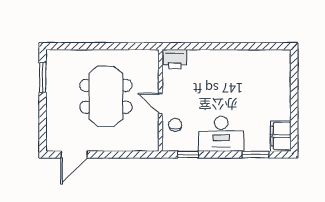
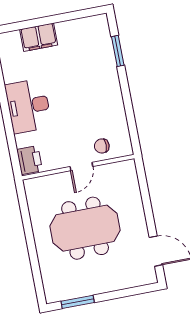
desk: (221, 134) -> (28, 106), moved, turned 180
filing cabinet: (281, 136) -> (39, 37), moved
window: (188, 155) -> (132, 126), removed

